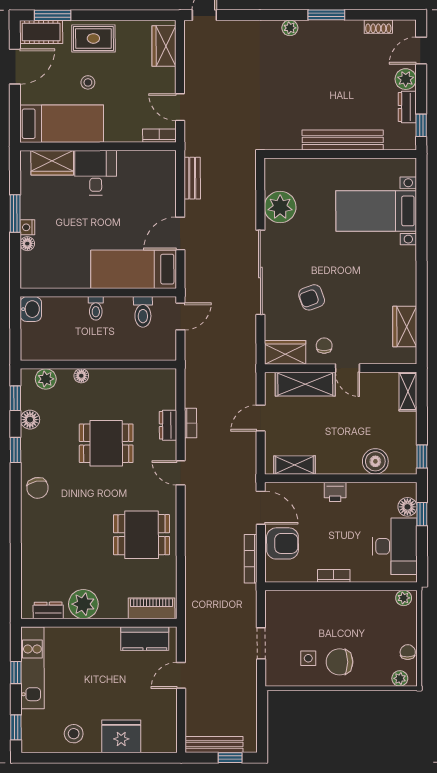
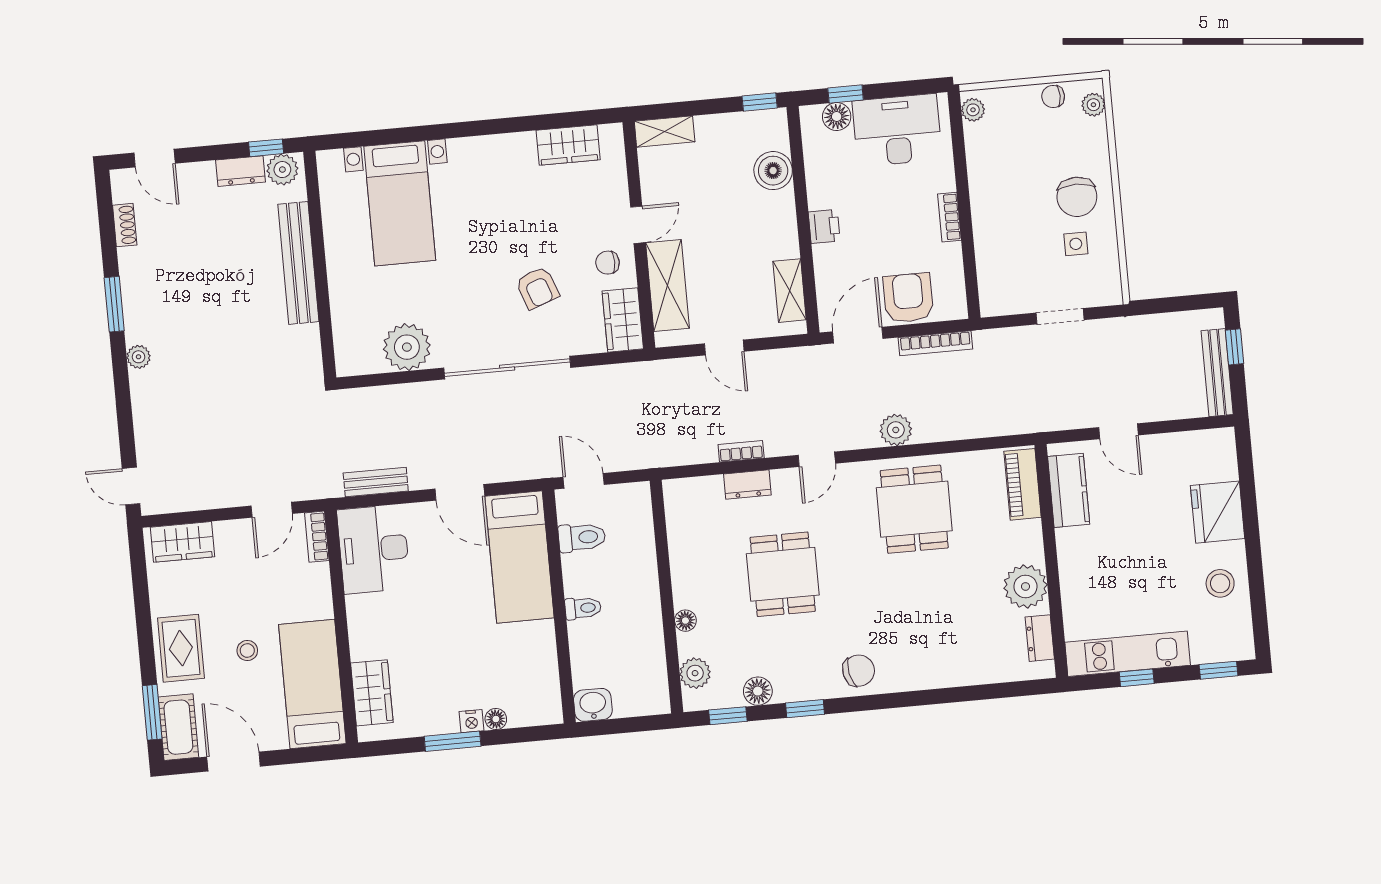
plant: (406, 79) -> (282, 170), moved
desk: (96, 173) -> (374, 549), moved, width x1.37
plant: (195, 527) -> (896, 430), added

